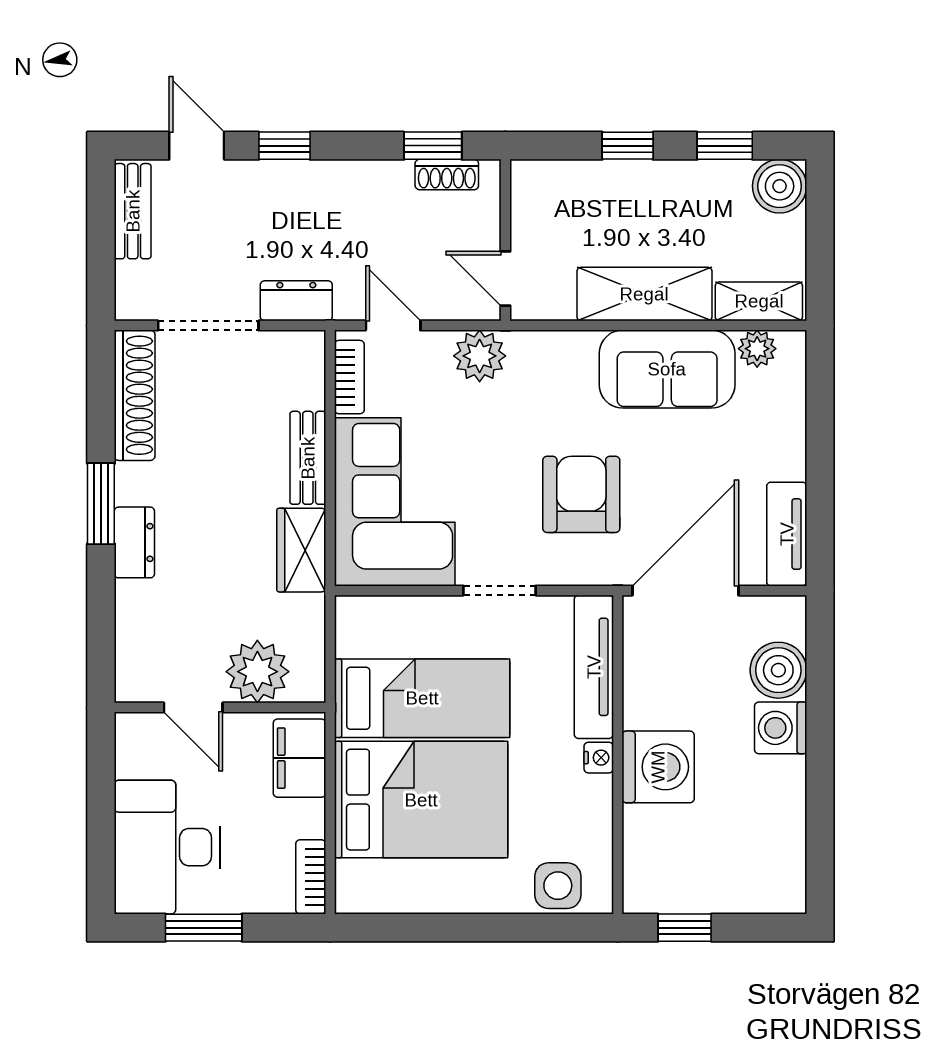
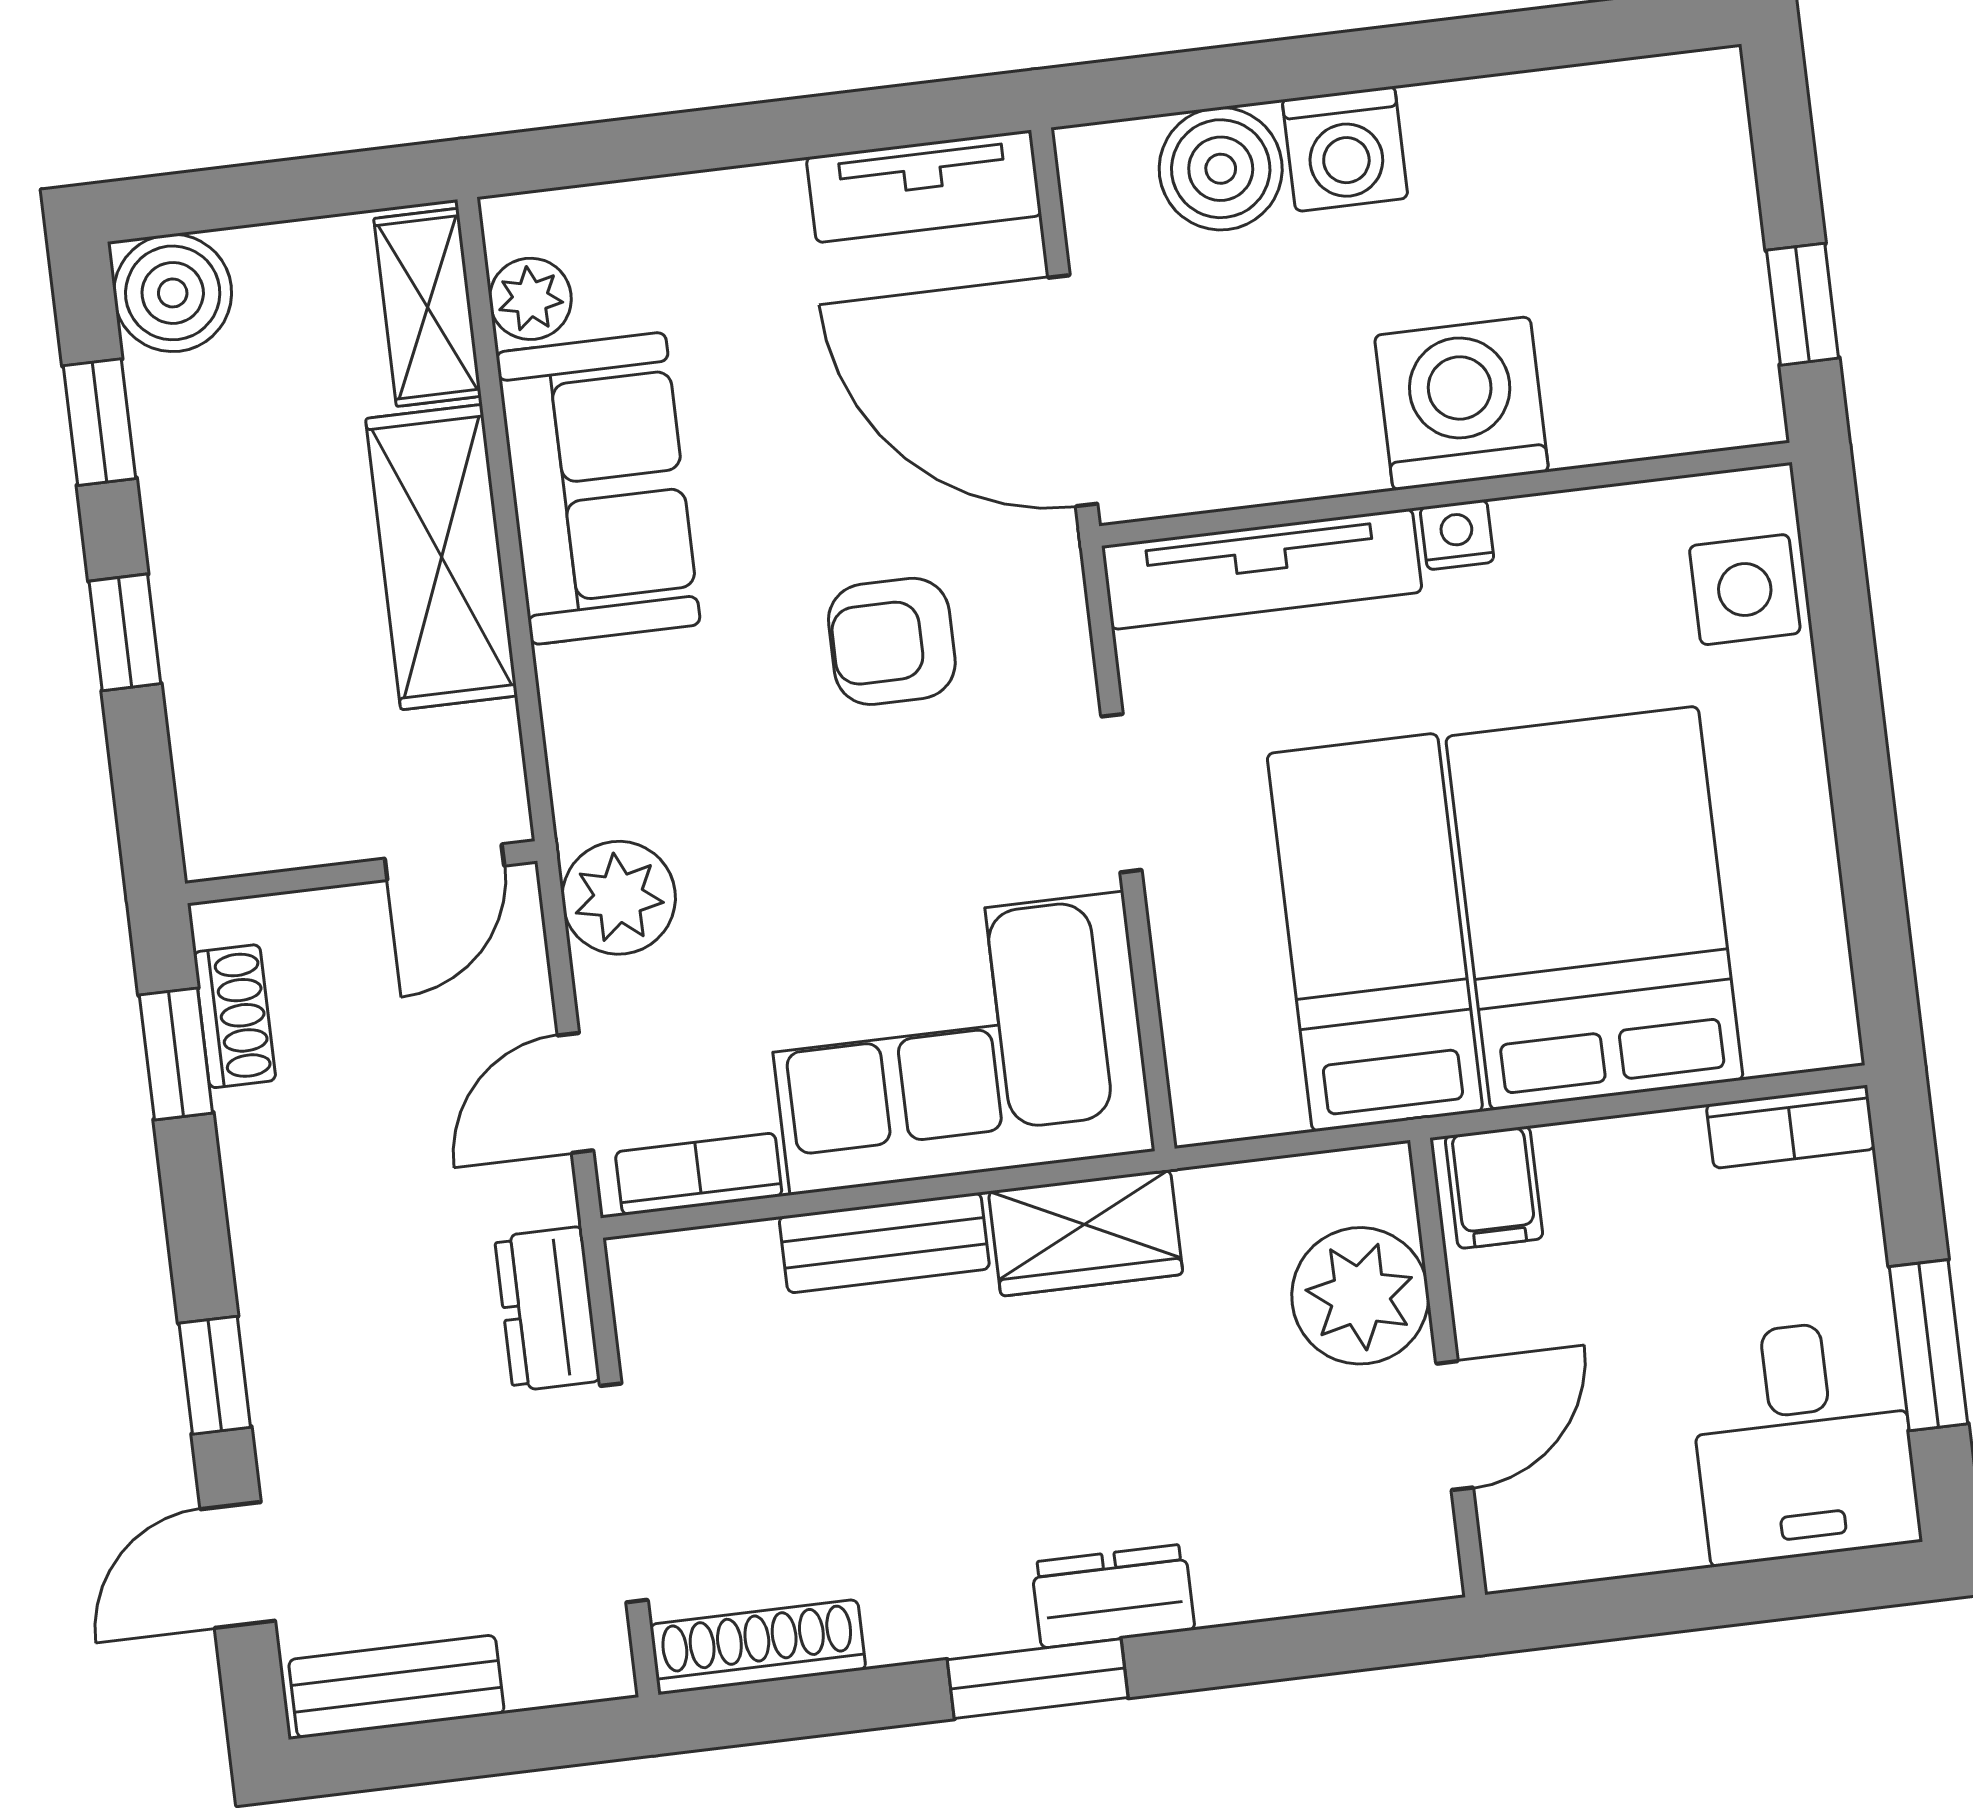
shoe rack: (135, 395) -> (758, 1647), width x0.74, depth x0.81
armchair: (581, 494) -> (892, 641), width x0.72, depth x0.72
filing cabinet: (299, 758) -> (1494, 1187), width x0.50
desk: (167, 847) -> (1803, 1441), width x0.73

